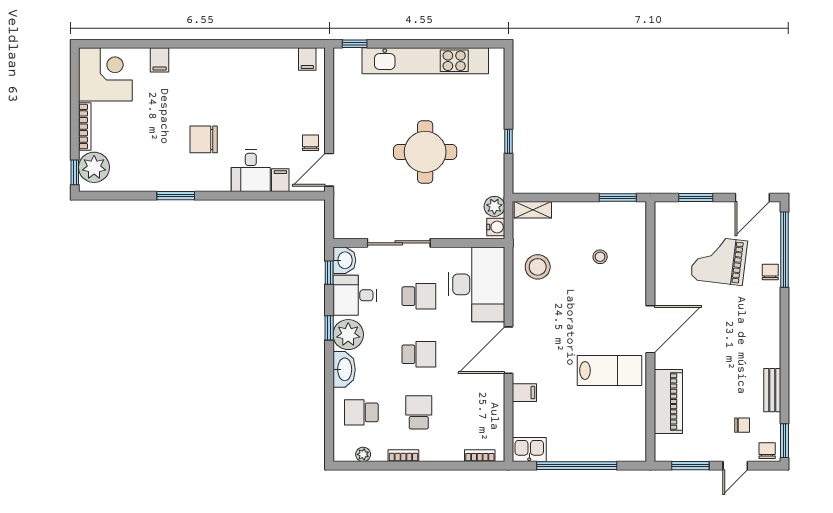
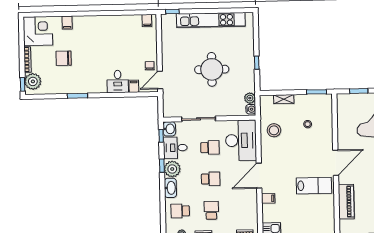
chair: (204, 139) -> (64, 58), moved
shelving: (533, 210) -> (284, 99), moved

